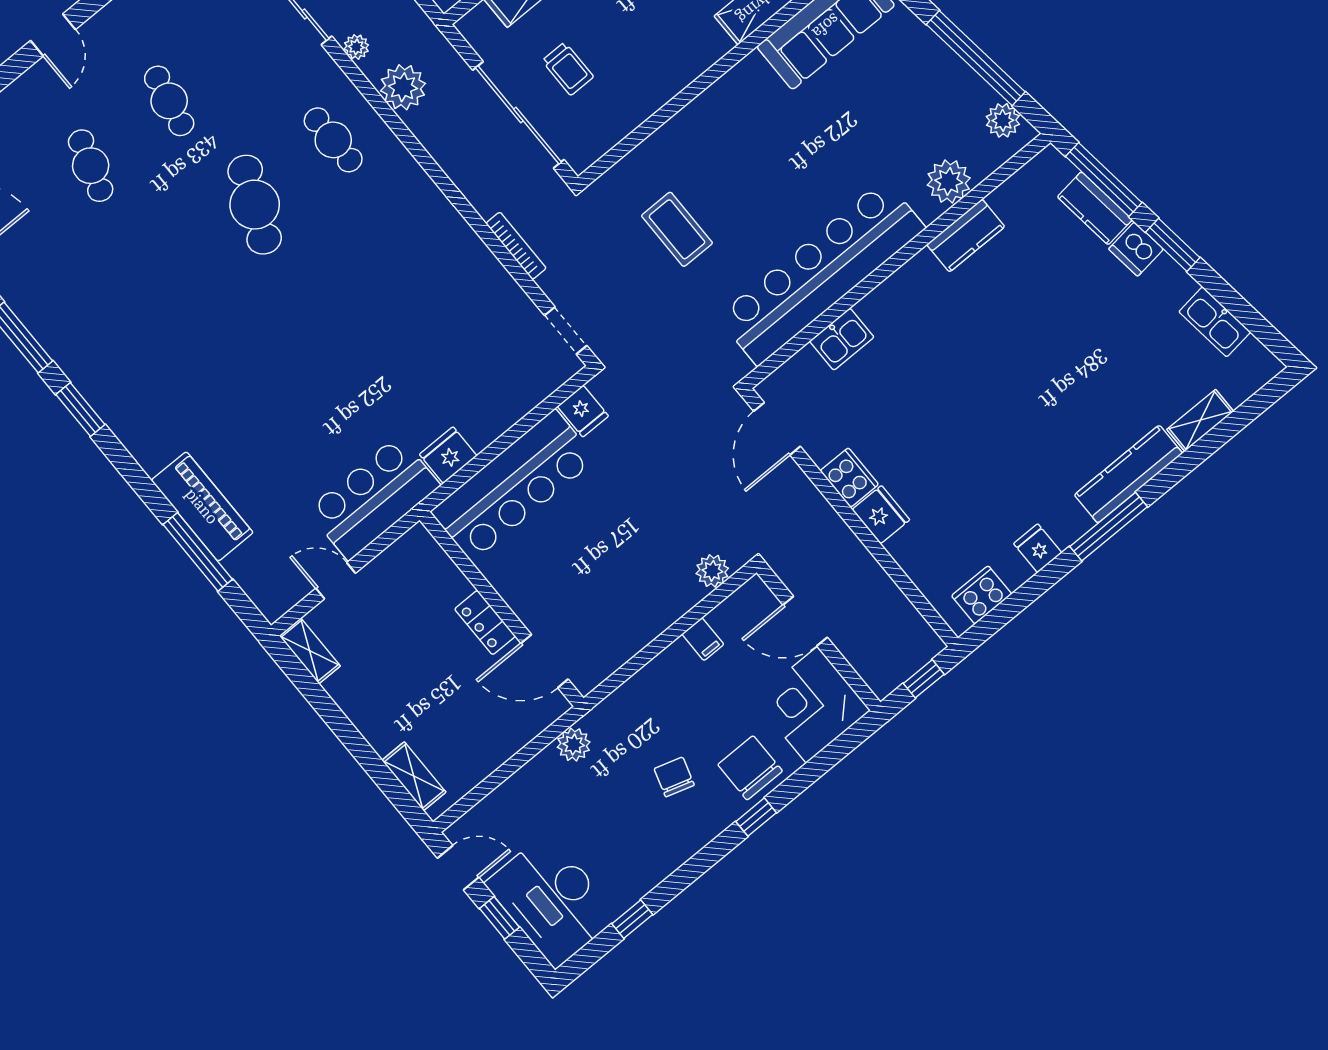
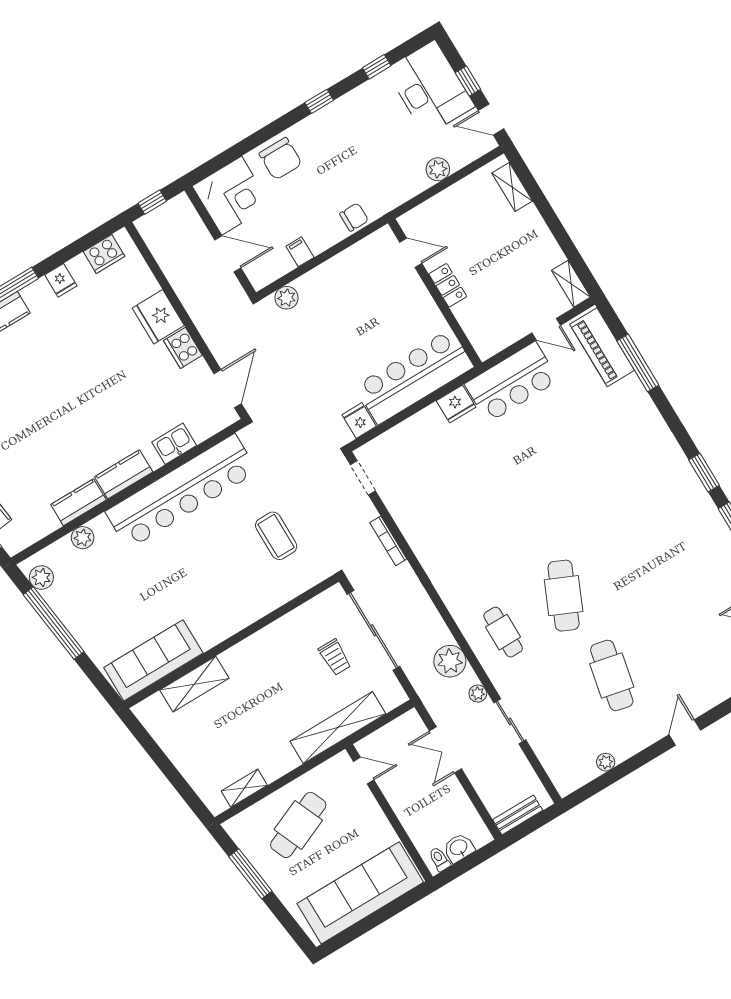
trolley: (568, 69) -> (335, 657), turned 180
cafe table: (169, 101) -> (612, 675), width x1.37, depth x1.35
cafe table: (91, 166) -> (672, 639), removed
plant: (949, 181) -> (83, 538), width x0.73, depth x0.73
kitchen counter: (907, 285) -> (124, 474), added
piano: (202, 506) -> (602, 347), moved
fridge: (881, 515) -> (158, 317), width x1.36, depth x1.34
door: (545, 661) -> (411, 253), width x0.73
plant: (574, 745) -> (438, 169), moved
chair: (674, 777) -> (354, 217), moved, turned -107
window: (756, 817) -> (319, 101), moved

